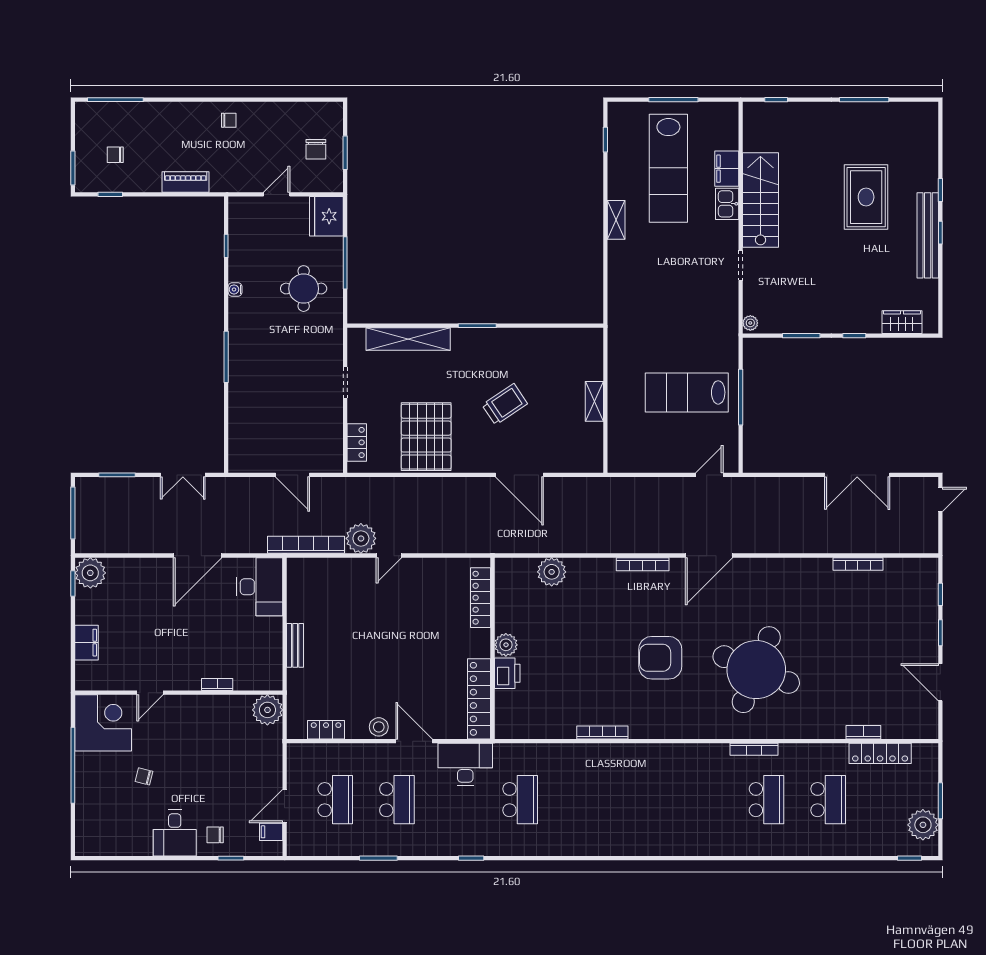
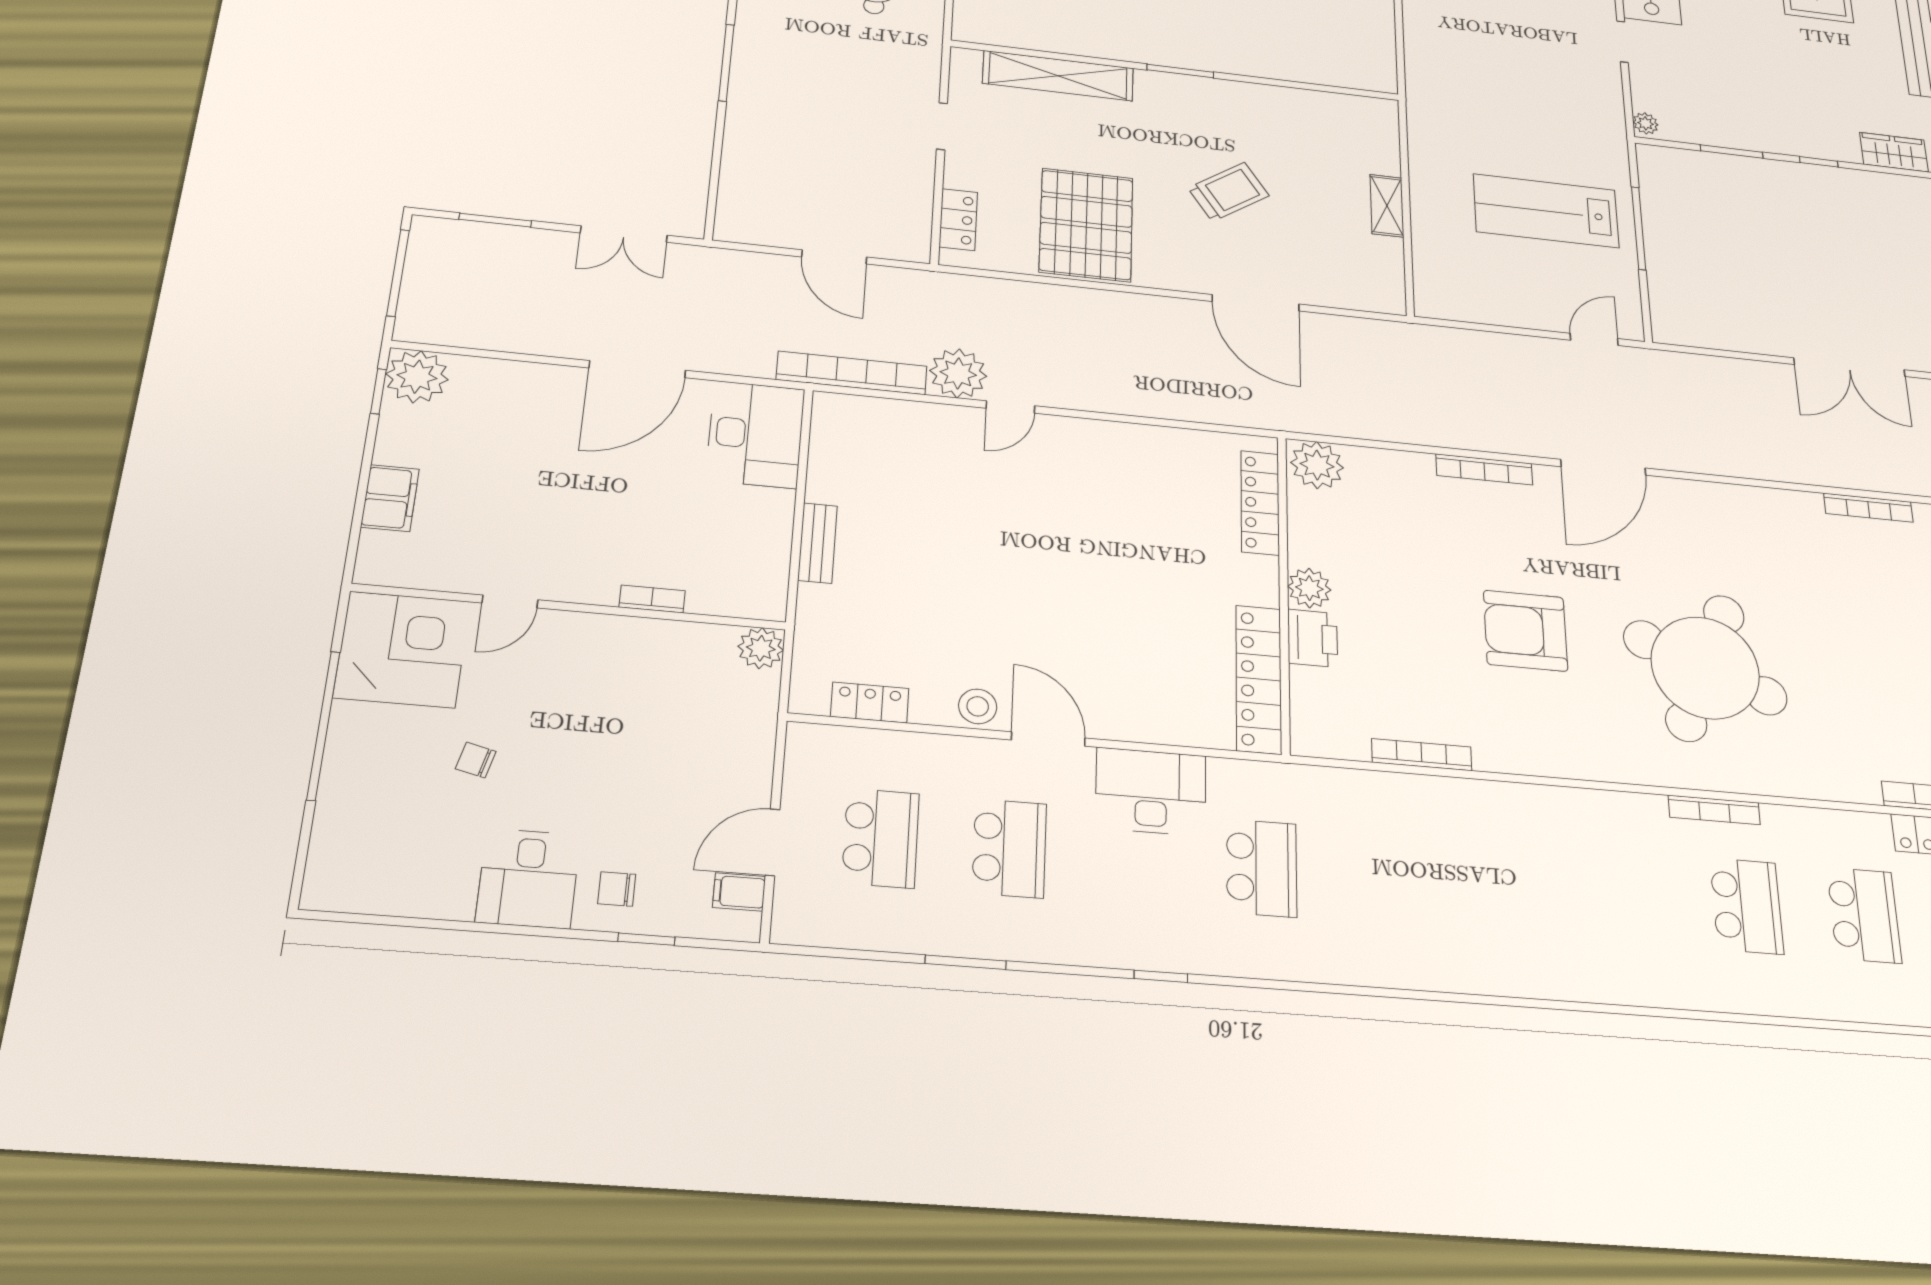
locker: (481, 598) -> (1260, 503), moved
plant: (506, 645) -> (1309, 588), moved
wall: (492, 648) -> (1284, 592), moved
printer: (507, 673) -> (1313, 638), moved
locker: (479, 699) -> (1259, 679), moved
plant: (267, 710) -> (761, 648), width x0.73, depth x0.73

